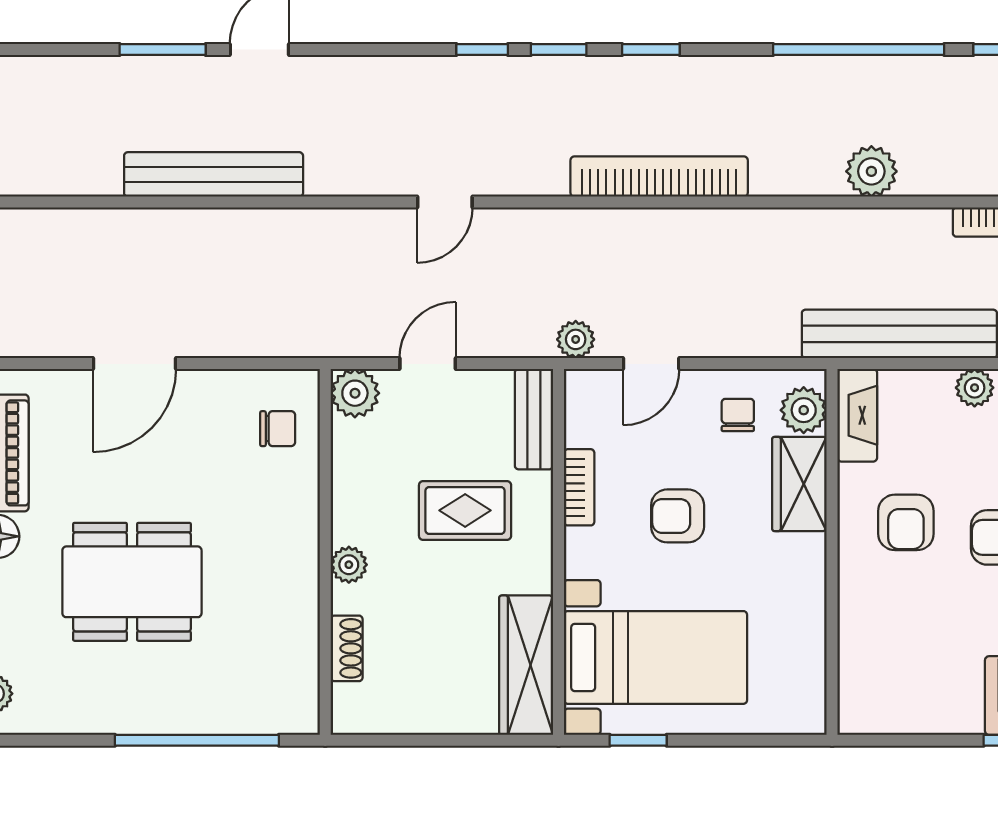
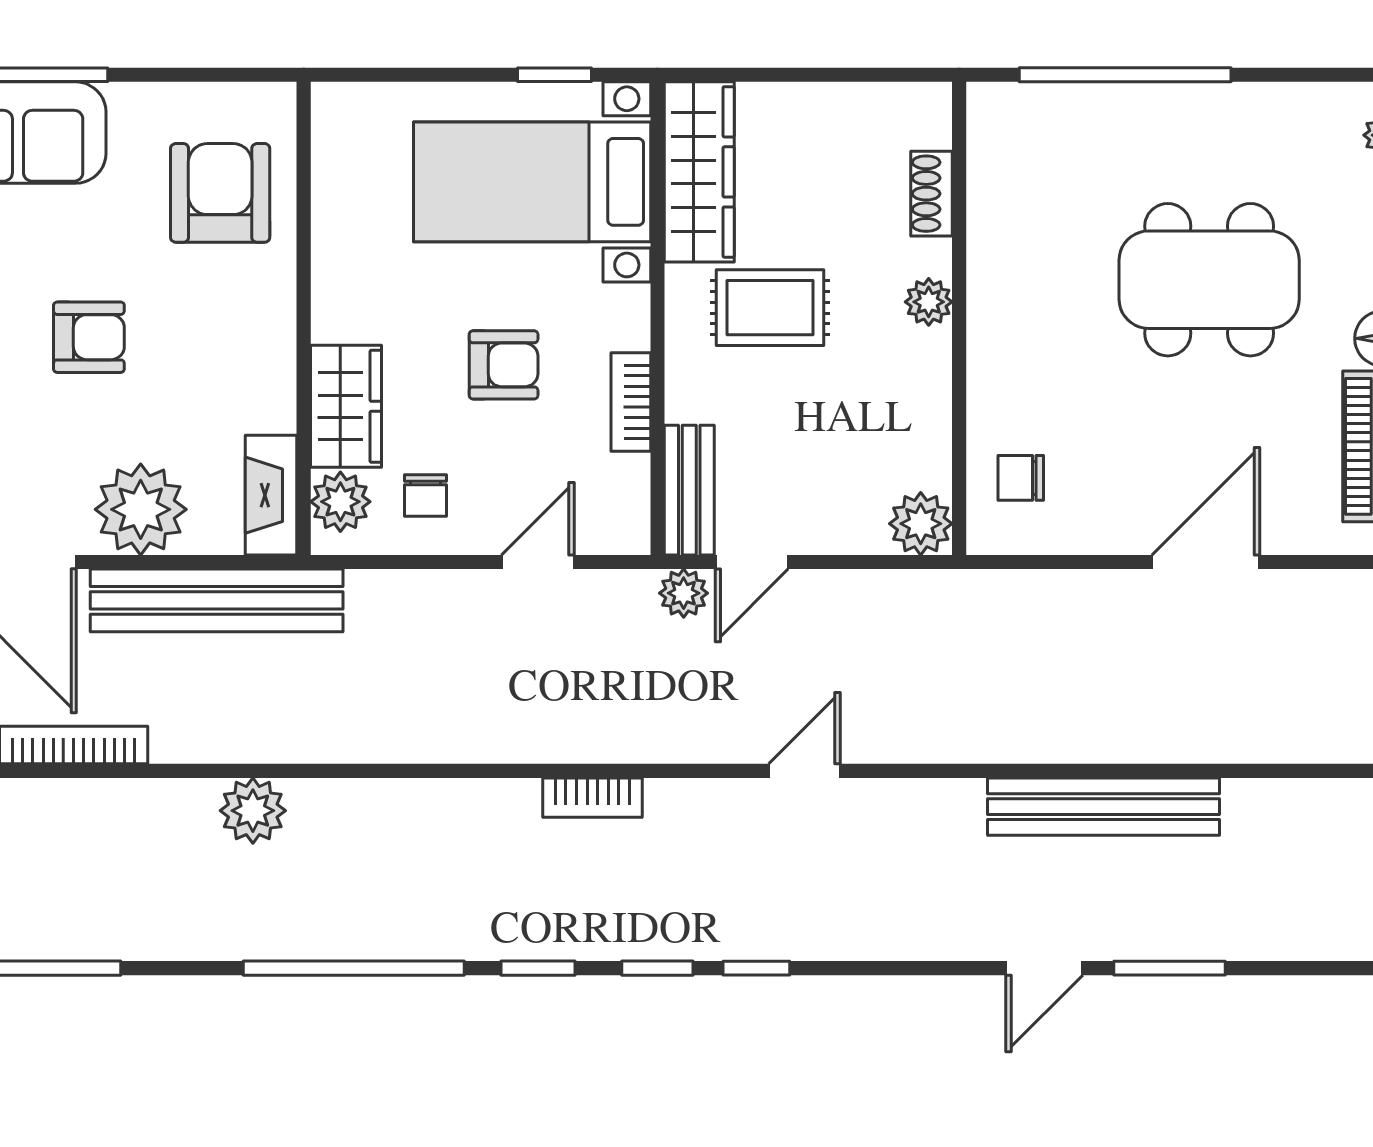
window: (859, 50) -> (354, 968), moved
bookcase: (659, 177) -> (592, 798), width x0.43, depth x0.76
plant: (576, 339) -> (684, 593), moved
door: (428, 364) -> (752, 562), moved
plant: (975, 388) -> (141, 509), width x1.88, depth x1.88
rug: (465, 510) -> (770, 308), moved
armchair: (906, 522) -> (220, 193), moved, width x1.38, depth x1.38

